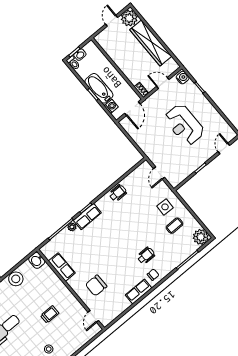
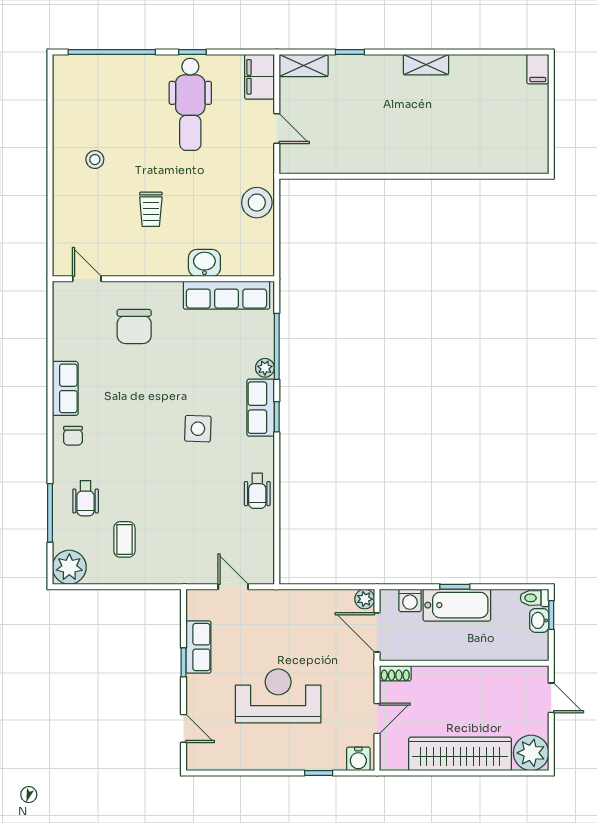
door: (112, 21) -> (551, 698), moved
plant: (124, 123) -> (365, 599), added
row of seats: (191, 167) -> (198, 647), added
side table: (165, 207) -> (198, 429), moved
wheelchair: (146, 256) -> (86, 498), moved
washbasin: (37, 260) -> (204, 263), moved
row of seats: (62, 267) -> (226, 295), width x1.48
chair: (96, 285) -> (134, 327), turned 180

